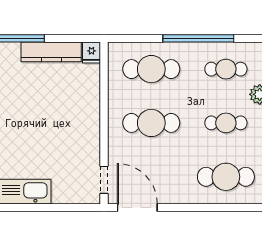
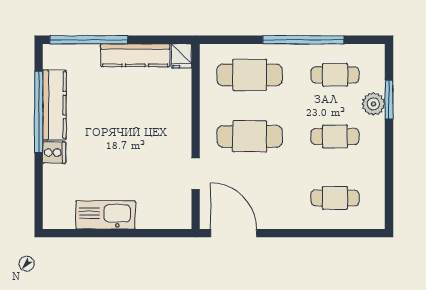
cafe table: (226, 177) -> (335, 198), width x0.73, depth x0.74
doorway: (104, 180) -> (196, 174), moved

